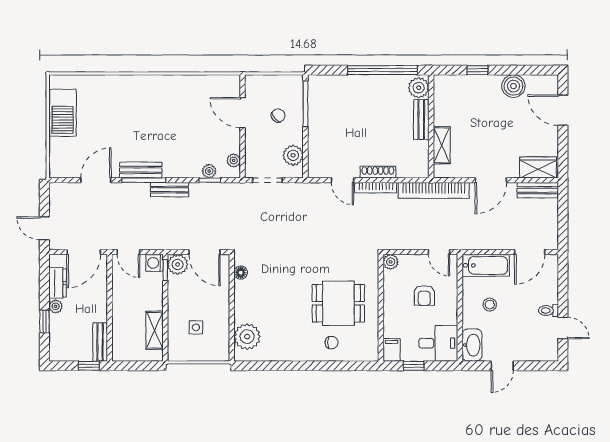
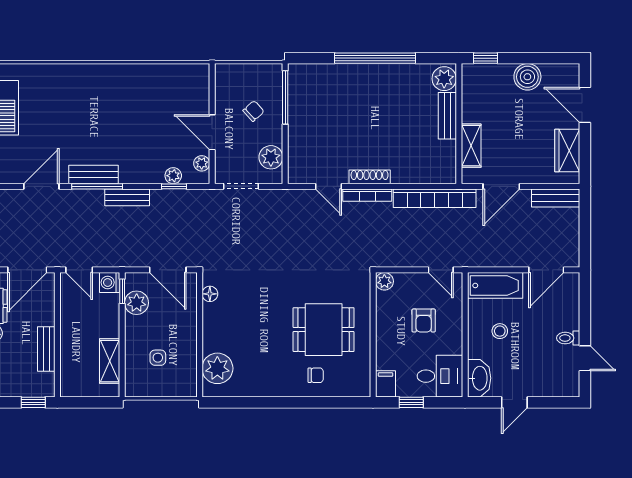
plant: (419, 88) -> (444, 79), moved
door: (243, 113) -> (212, 132), moved
bench: (421, 120) -> (447, 116), moved
wall: (431, 126) -> (459, 124), moved
shelving: (442, 145) -> (471, 146), moved
wardrobe: (538, 167) -> (567, 150), moved, turned -90
plant: (178, 264) -> (137, 303), moved
bench: (100, 342) -> (46, 349), moved

